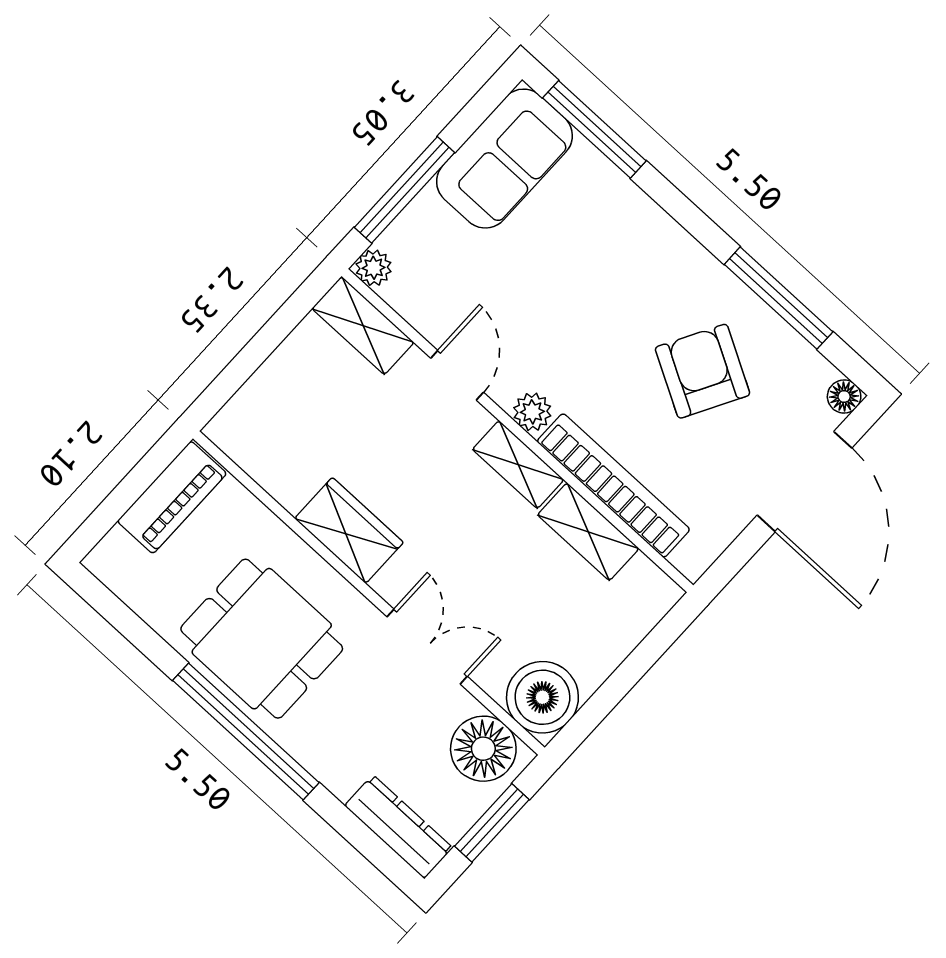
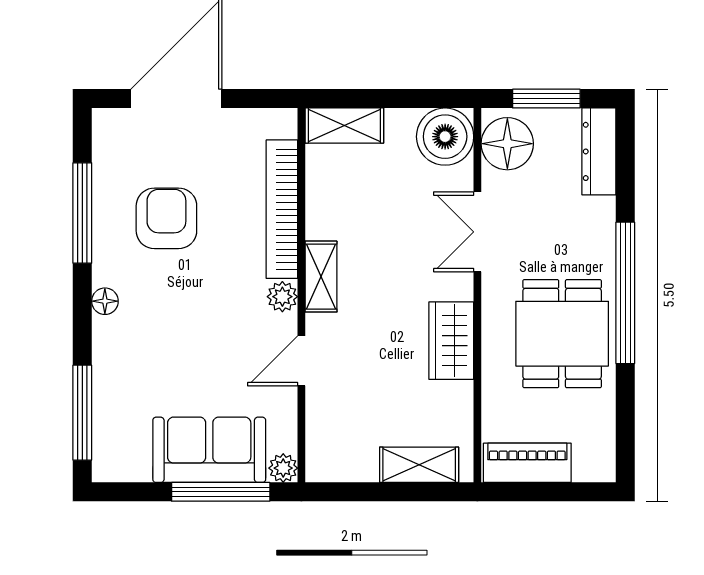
sofa: (504, 159) -> (209, 450), moved
shelving: (363, 325) -> (419, 465), moved, turned 90
armchair: (703, 371) -> (166, 218), turned 151
floor lamp: (844, 396) -> (105, 301), moved
shelving: (588, 532) -> (344, 126), moved, turned 90

